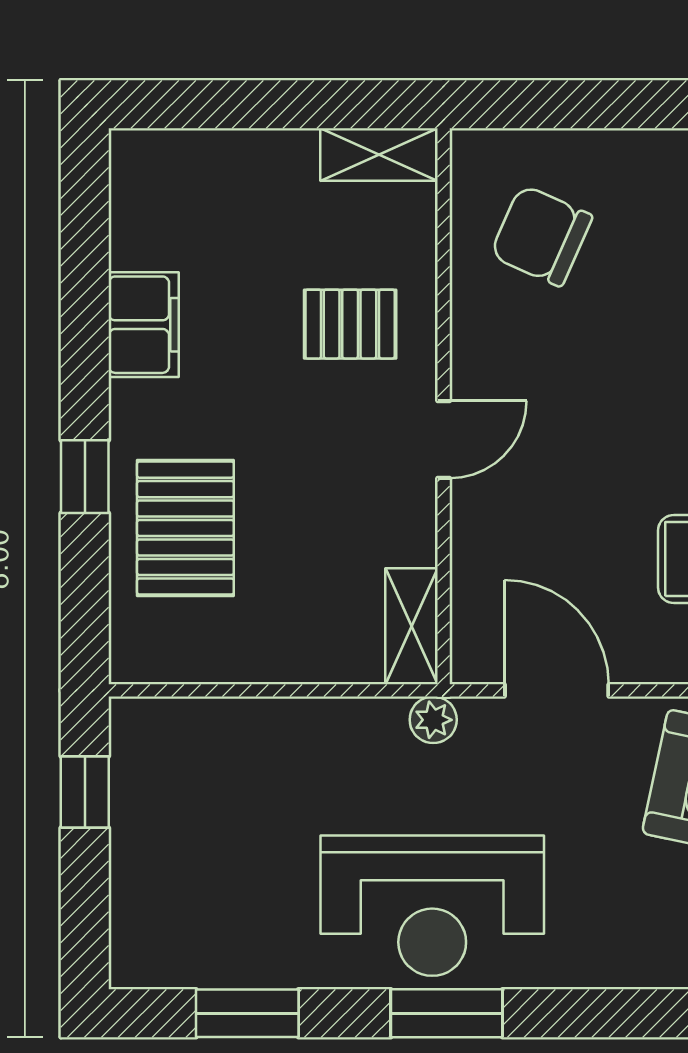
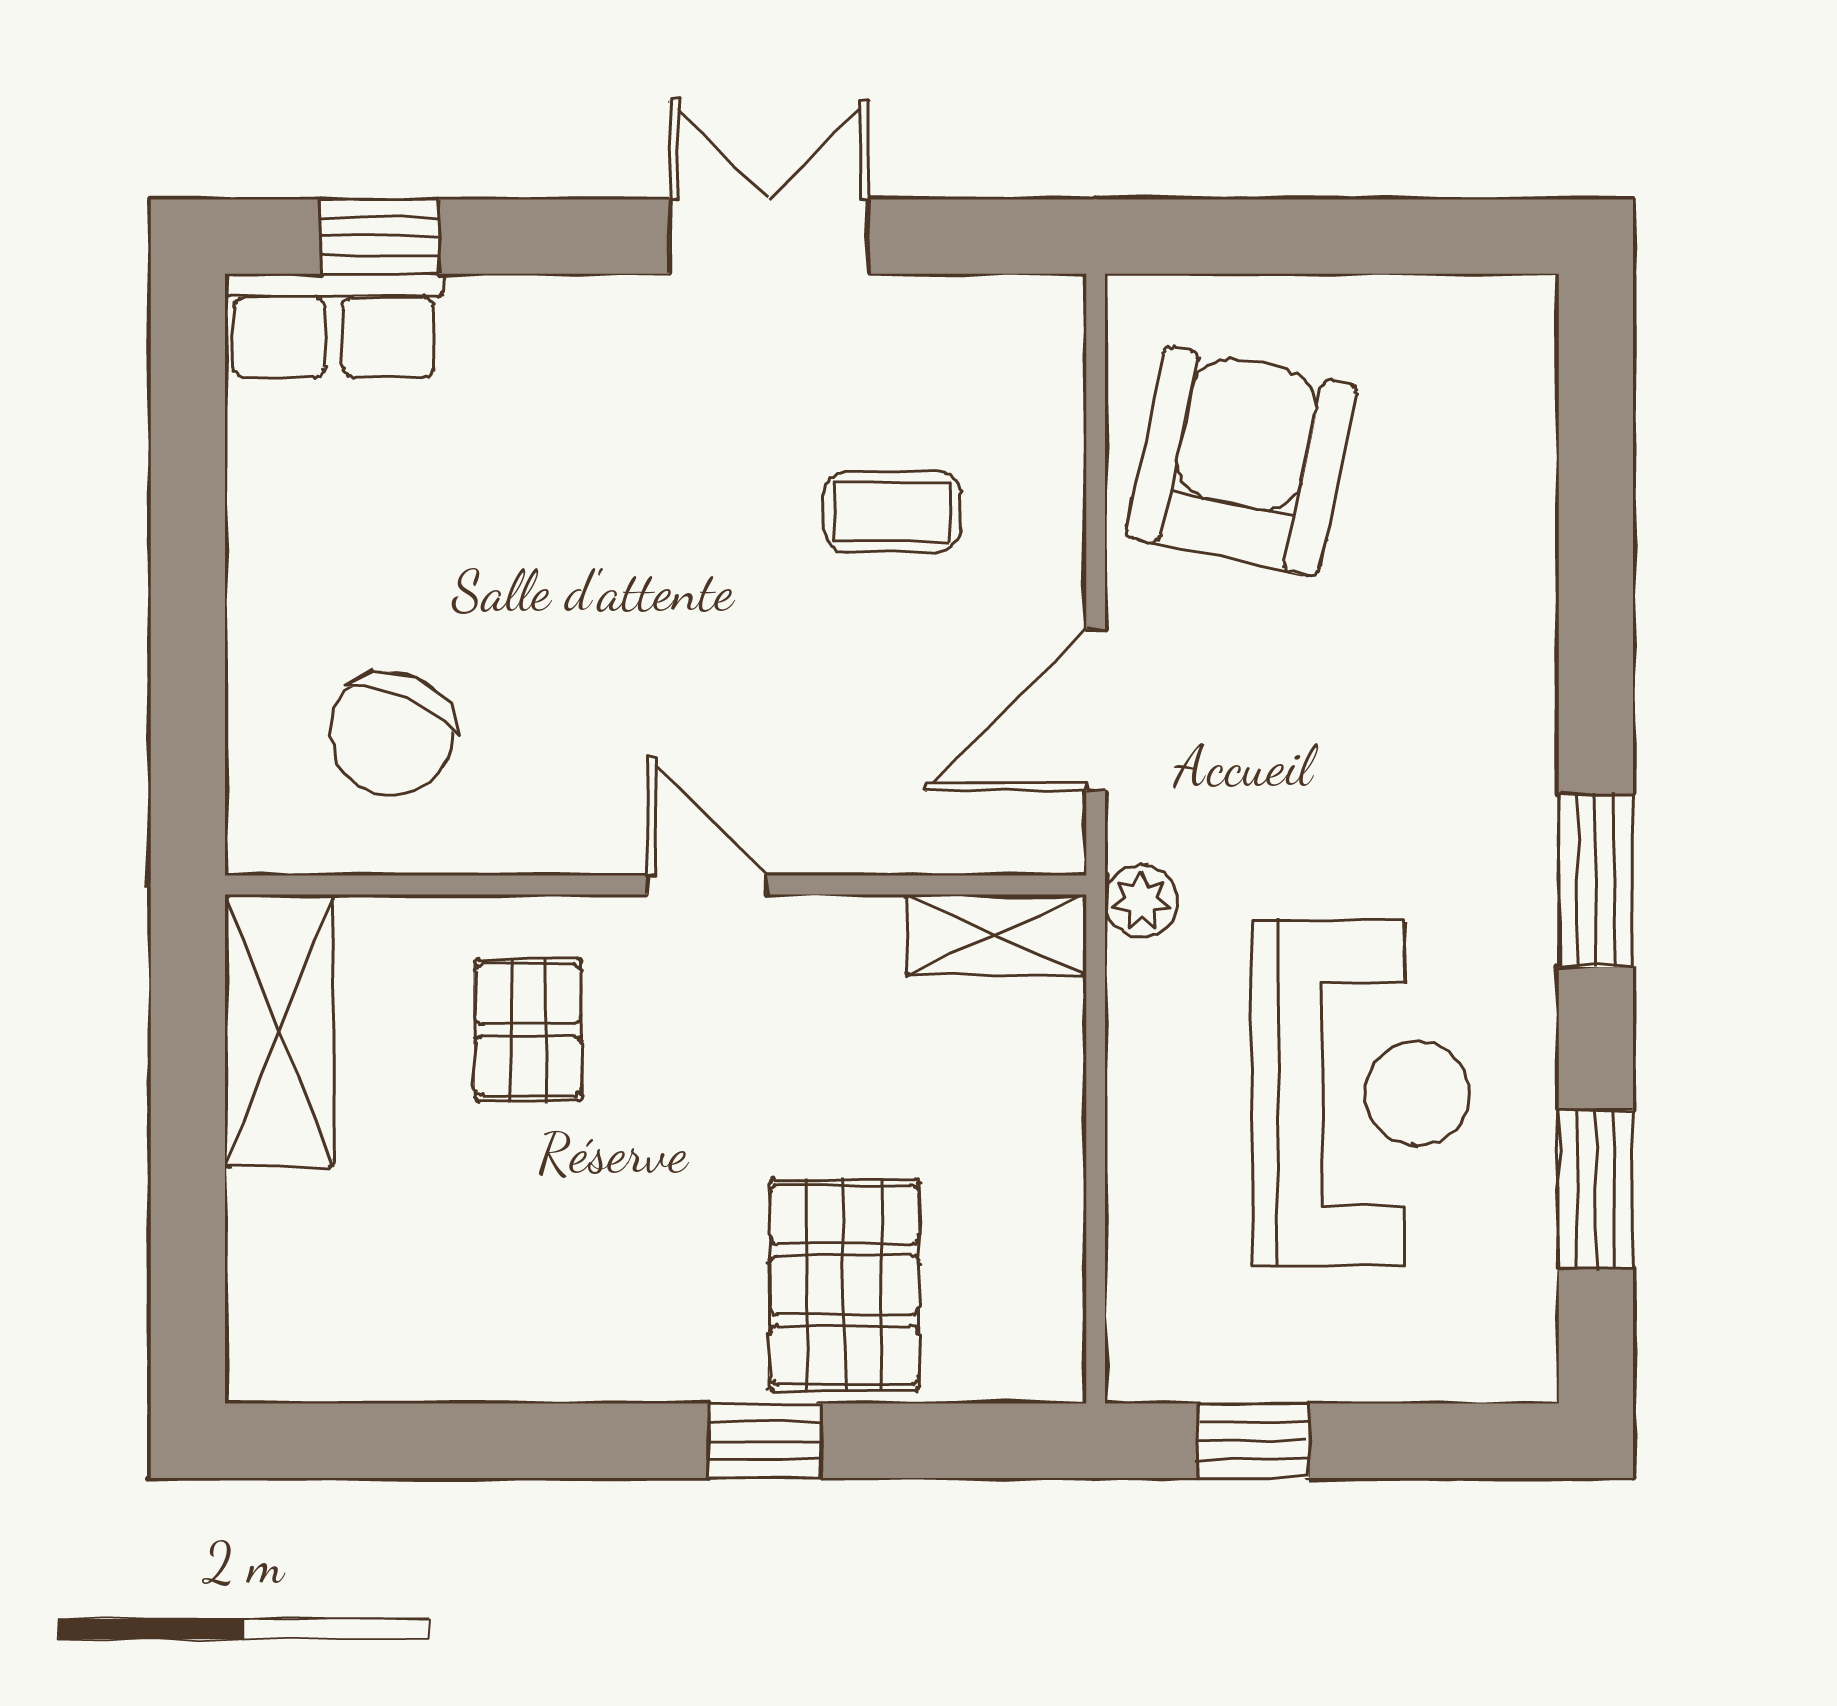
shelving: (379, 155) -> (279, 1031), width x1.50, depth x1.33
filing cabinet: (144, 325) -> (529, 1349), removed
pallet: (185, 528) -> (844, 1285), turned 90
reception desk: (432, 906) -> (1361, 1094), moved

